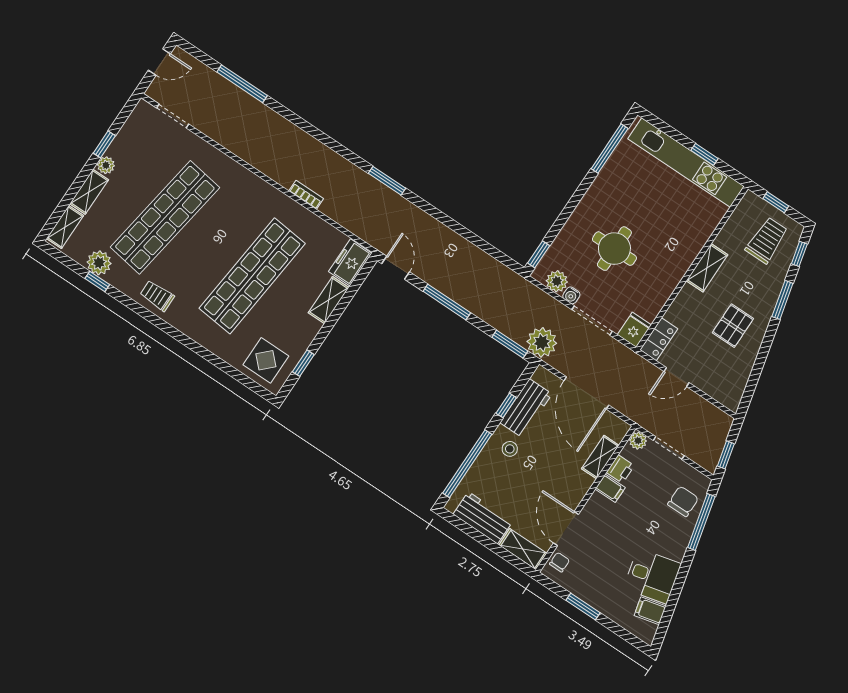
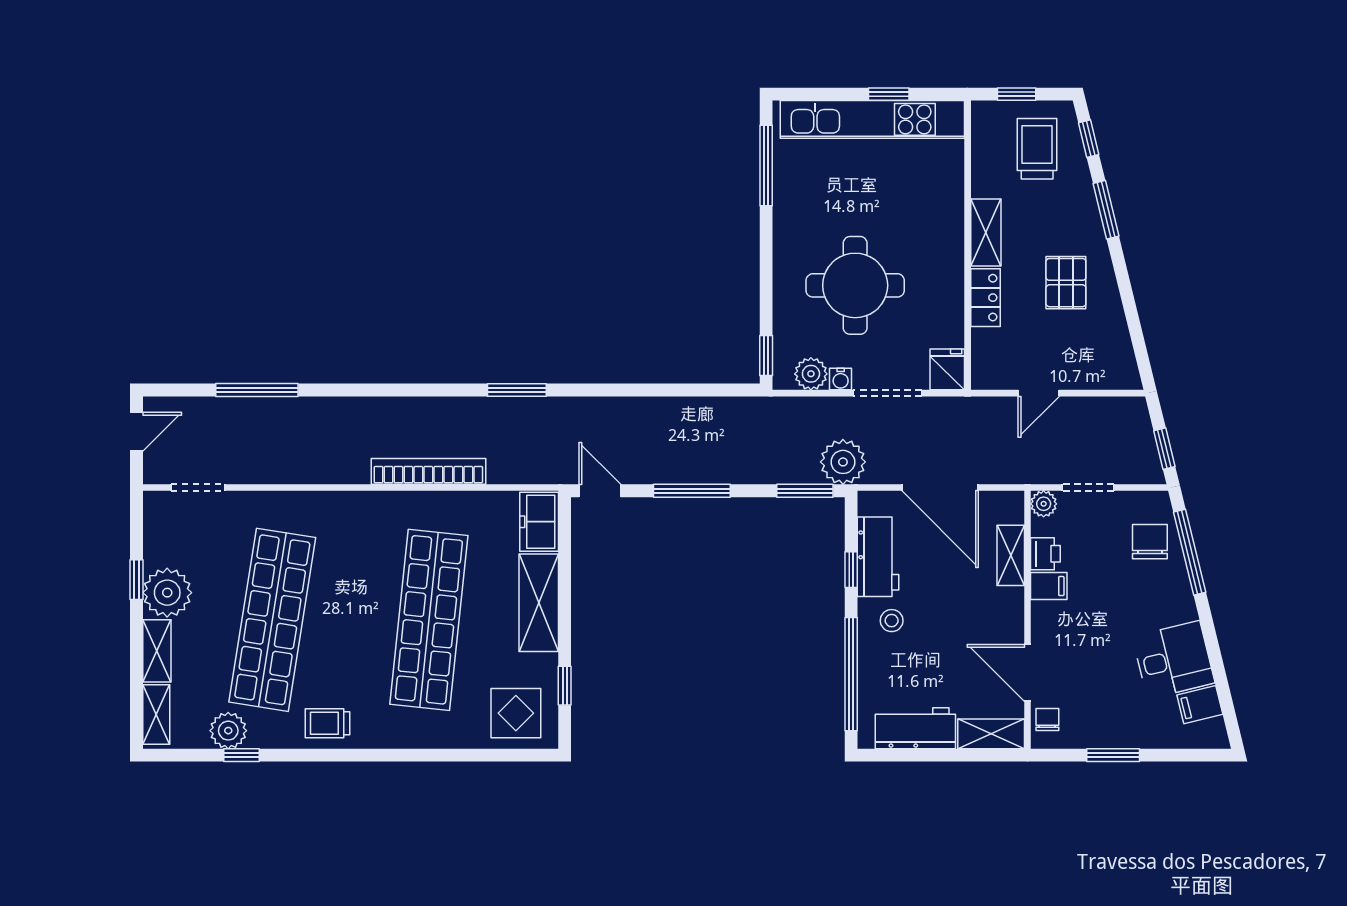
plant: (106, 165) -> (167, 593), width x1.87, depth x1.87
bookcase: (306, 195) -> (428, 471), width x2.31, depth x1.31
round table: (614, 249) -> (855, 285), width x1.36, depth x1.36
shelving: (329, 300) -> (539, 603), width x1.50, depth x1.33
locker: (659, 339) -> (985, 298), moved

